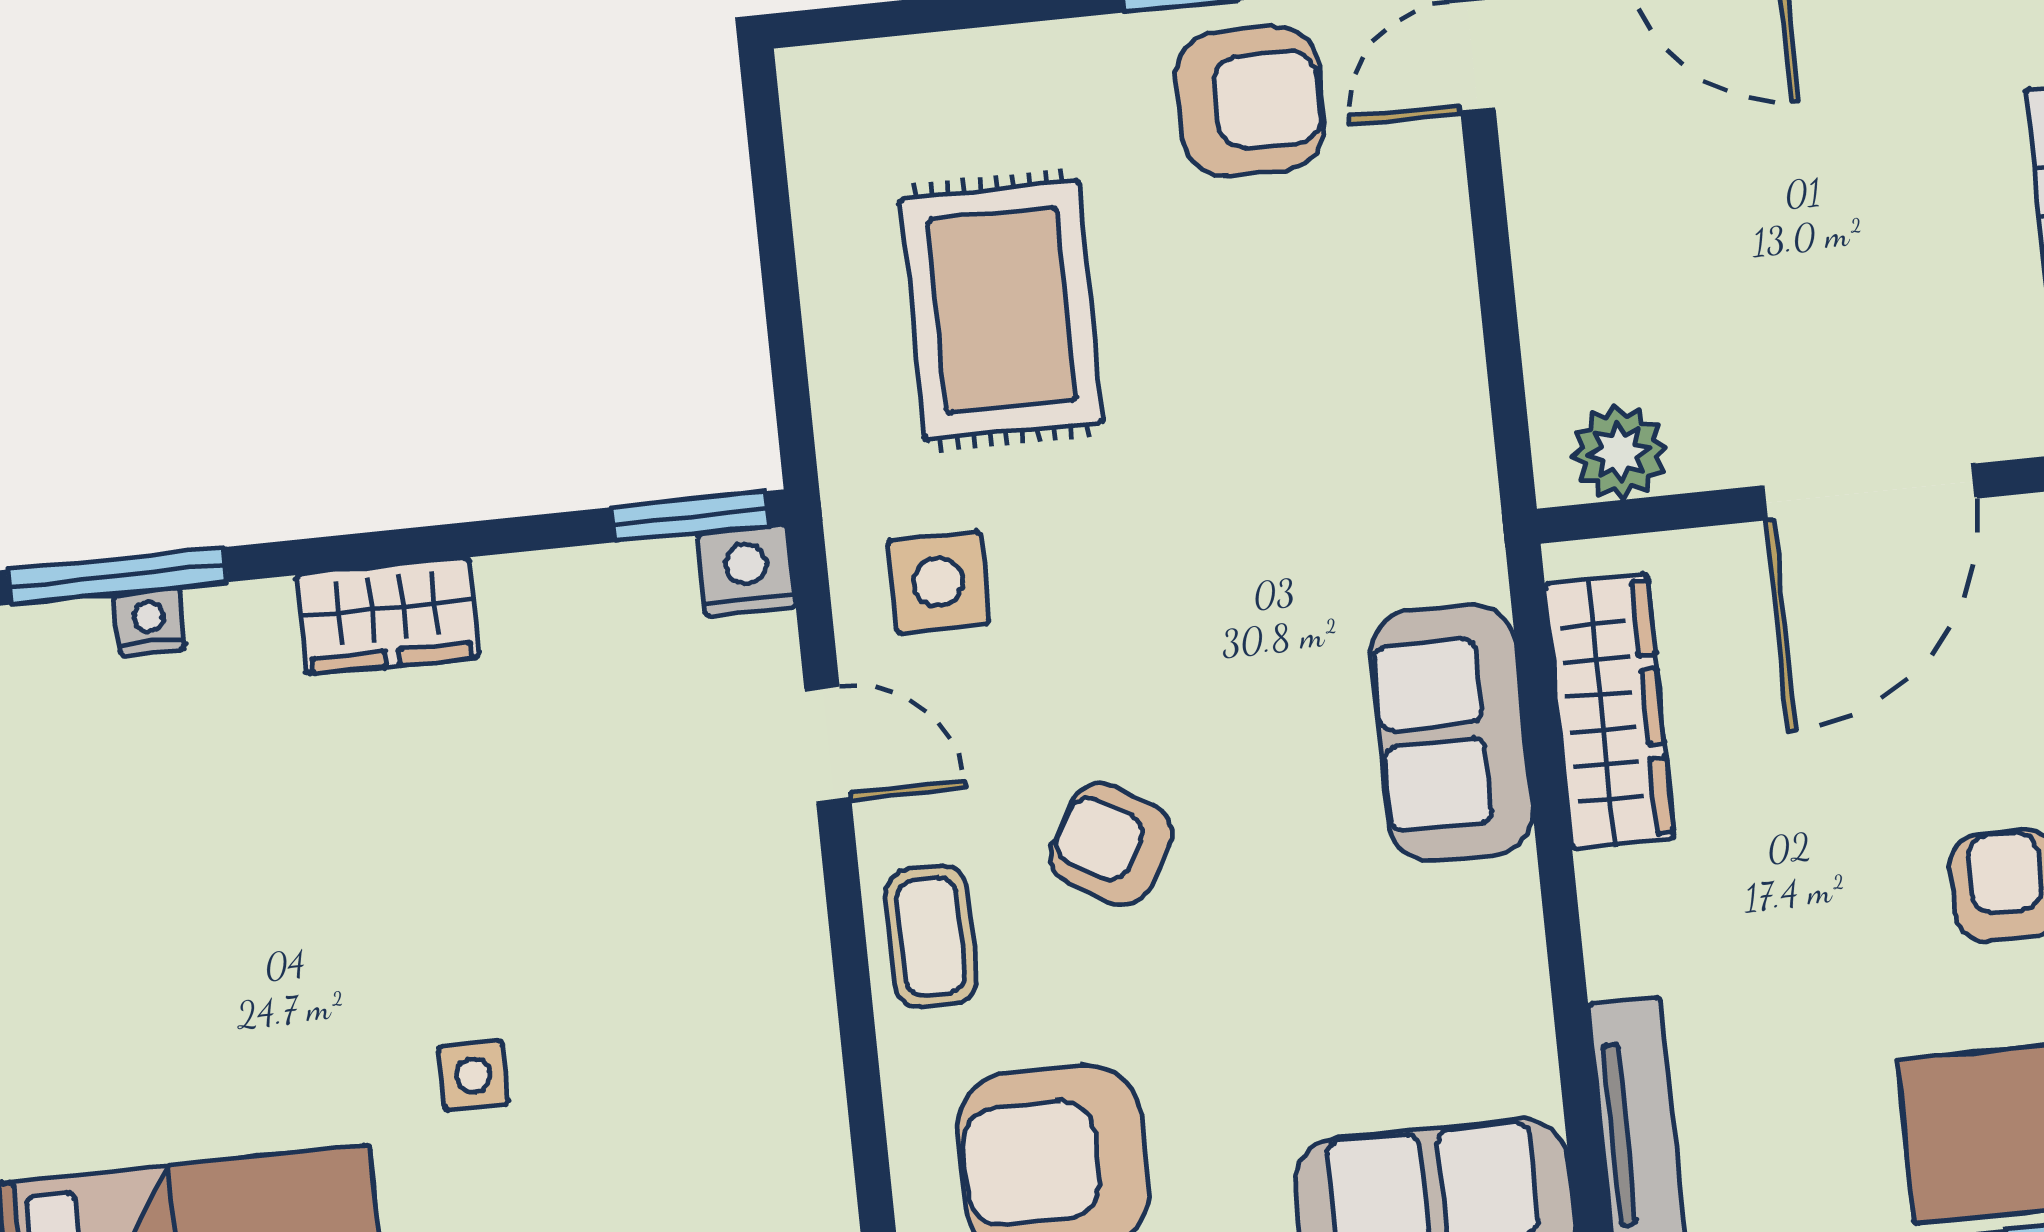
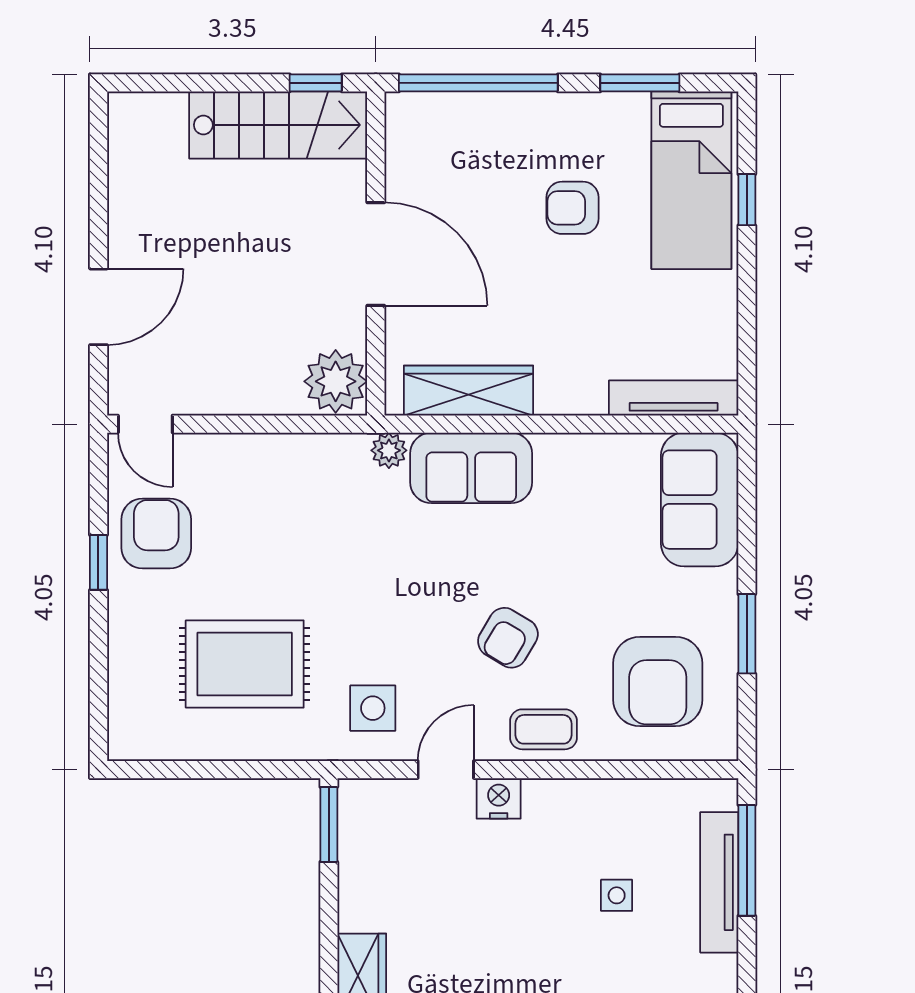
plant: (1619, 452) -> (336, 381), width x1.36, depth x1.36
plant: (1470, 561) -> (389, 450), added
nightstand: (747, 571) -> (499, 798), moved, turned 90
side table: (473, 1075) -> (617, 895), moved

